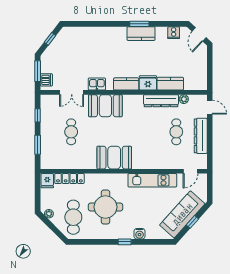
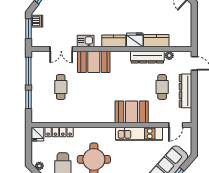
dishwasher: (46, 80) -> (37, 21), moved
window: (38, 115) -> (29, 71), width x2.17
booth: (114, 158) -> (132, 112), moved

